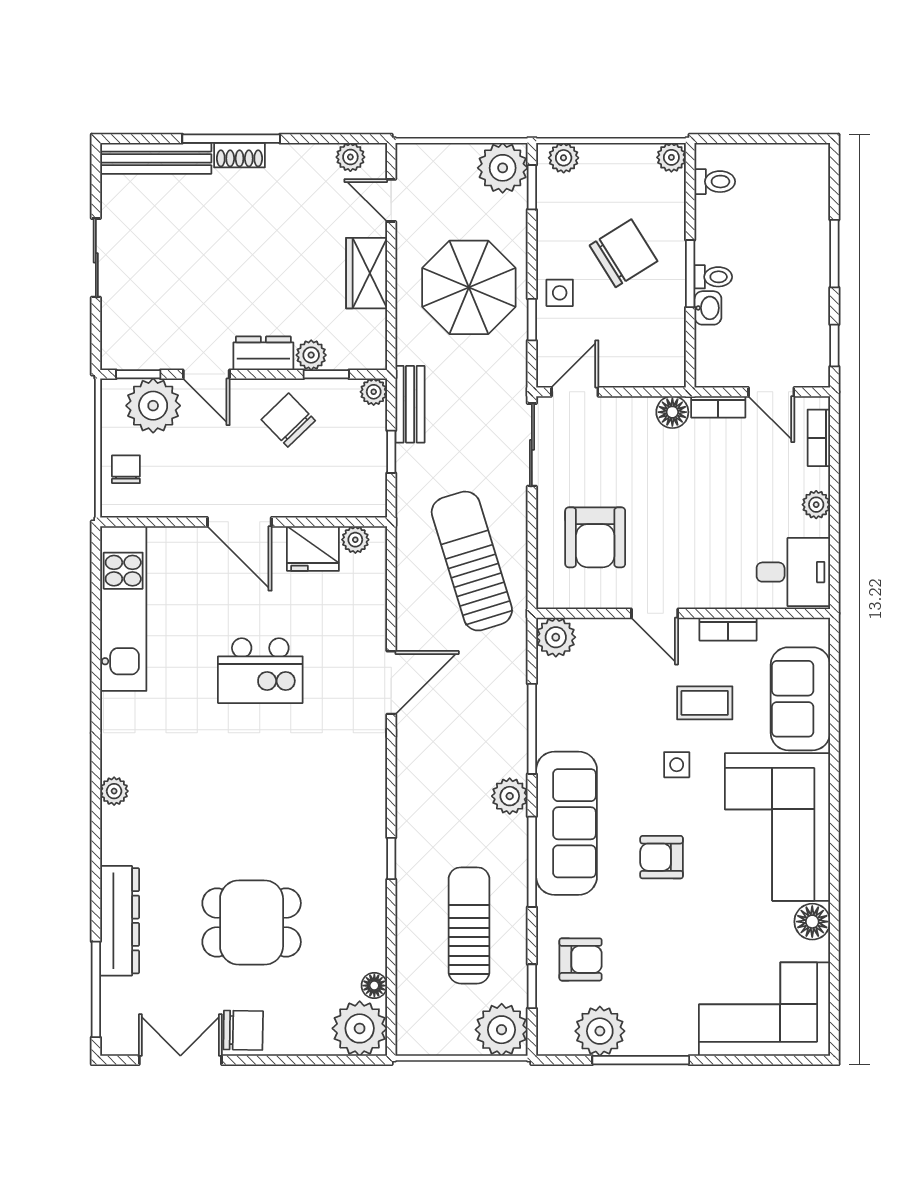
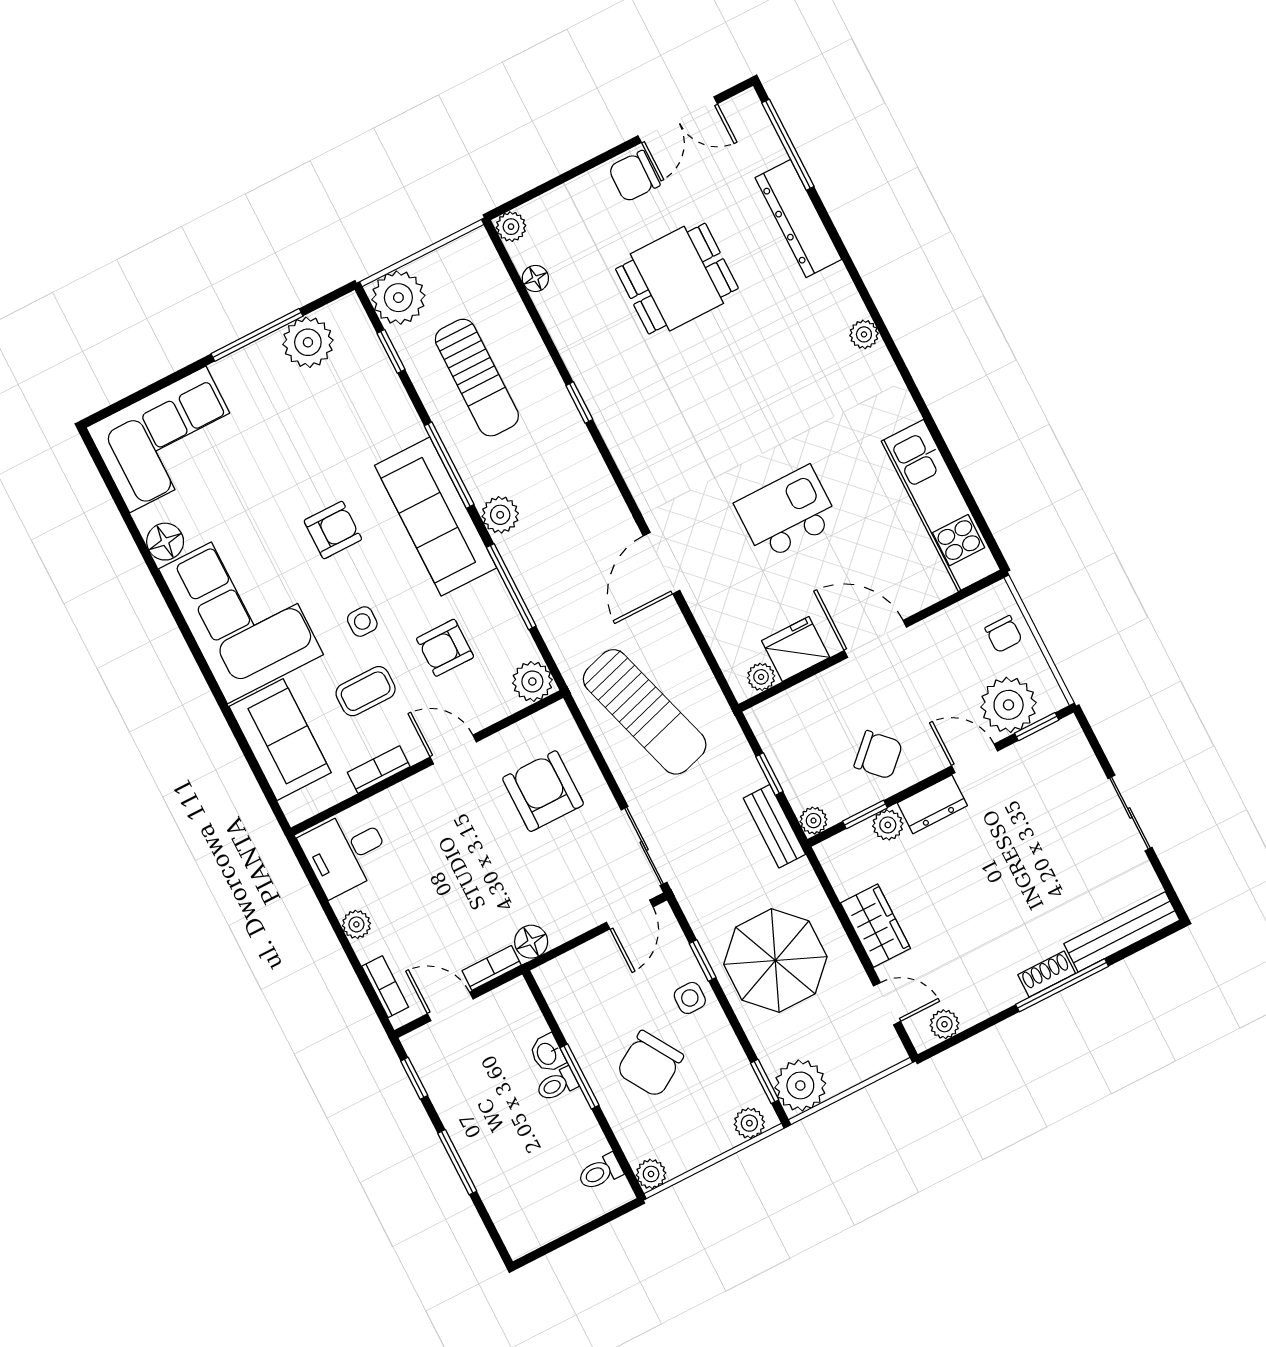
armchair: (581, 959) -> (445, 648), moved
plant: (360, 1028) -> (511, 227), width x0.53, depth x0.53

